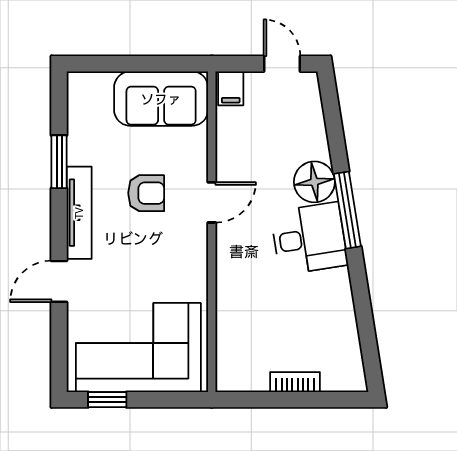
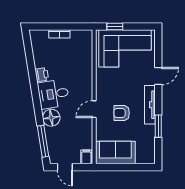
window: (347, 210) -> (43, 141), moved
printer: (337, 285) -> (42, 75), added
window: (107, 400) -> (115, 26), moved

